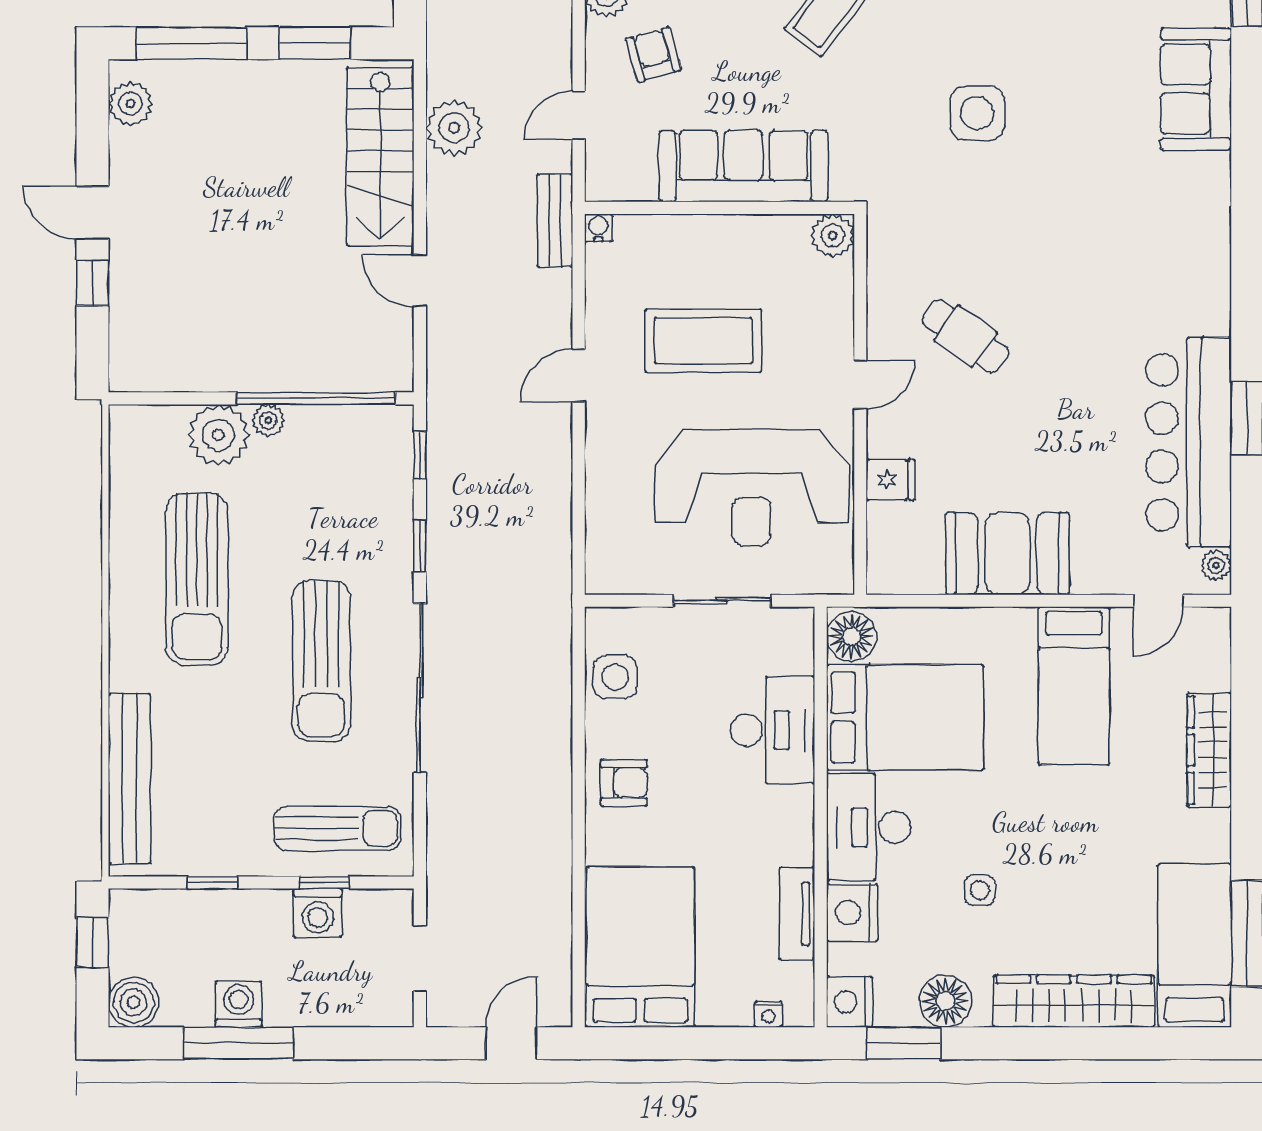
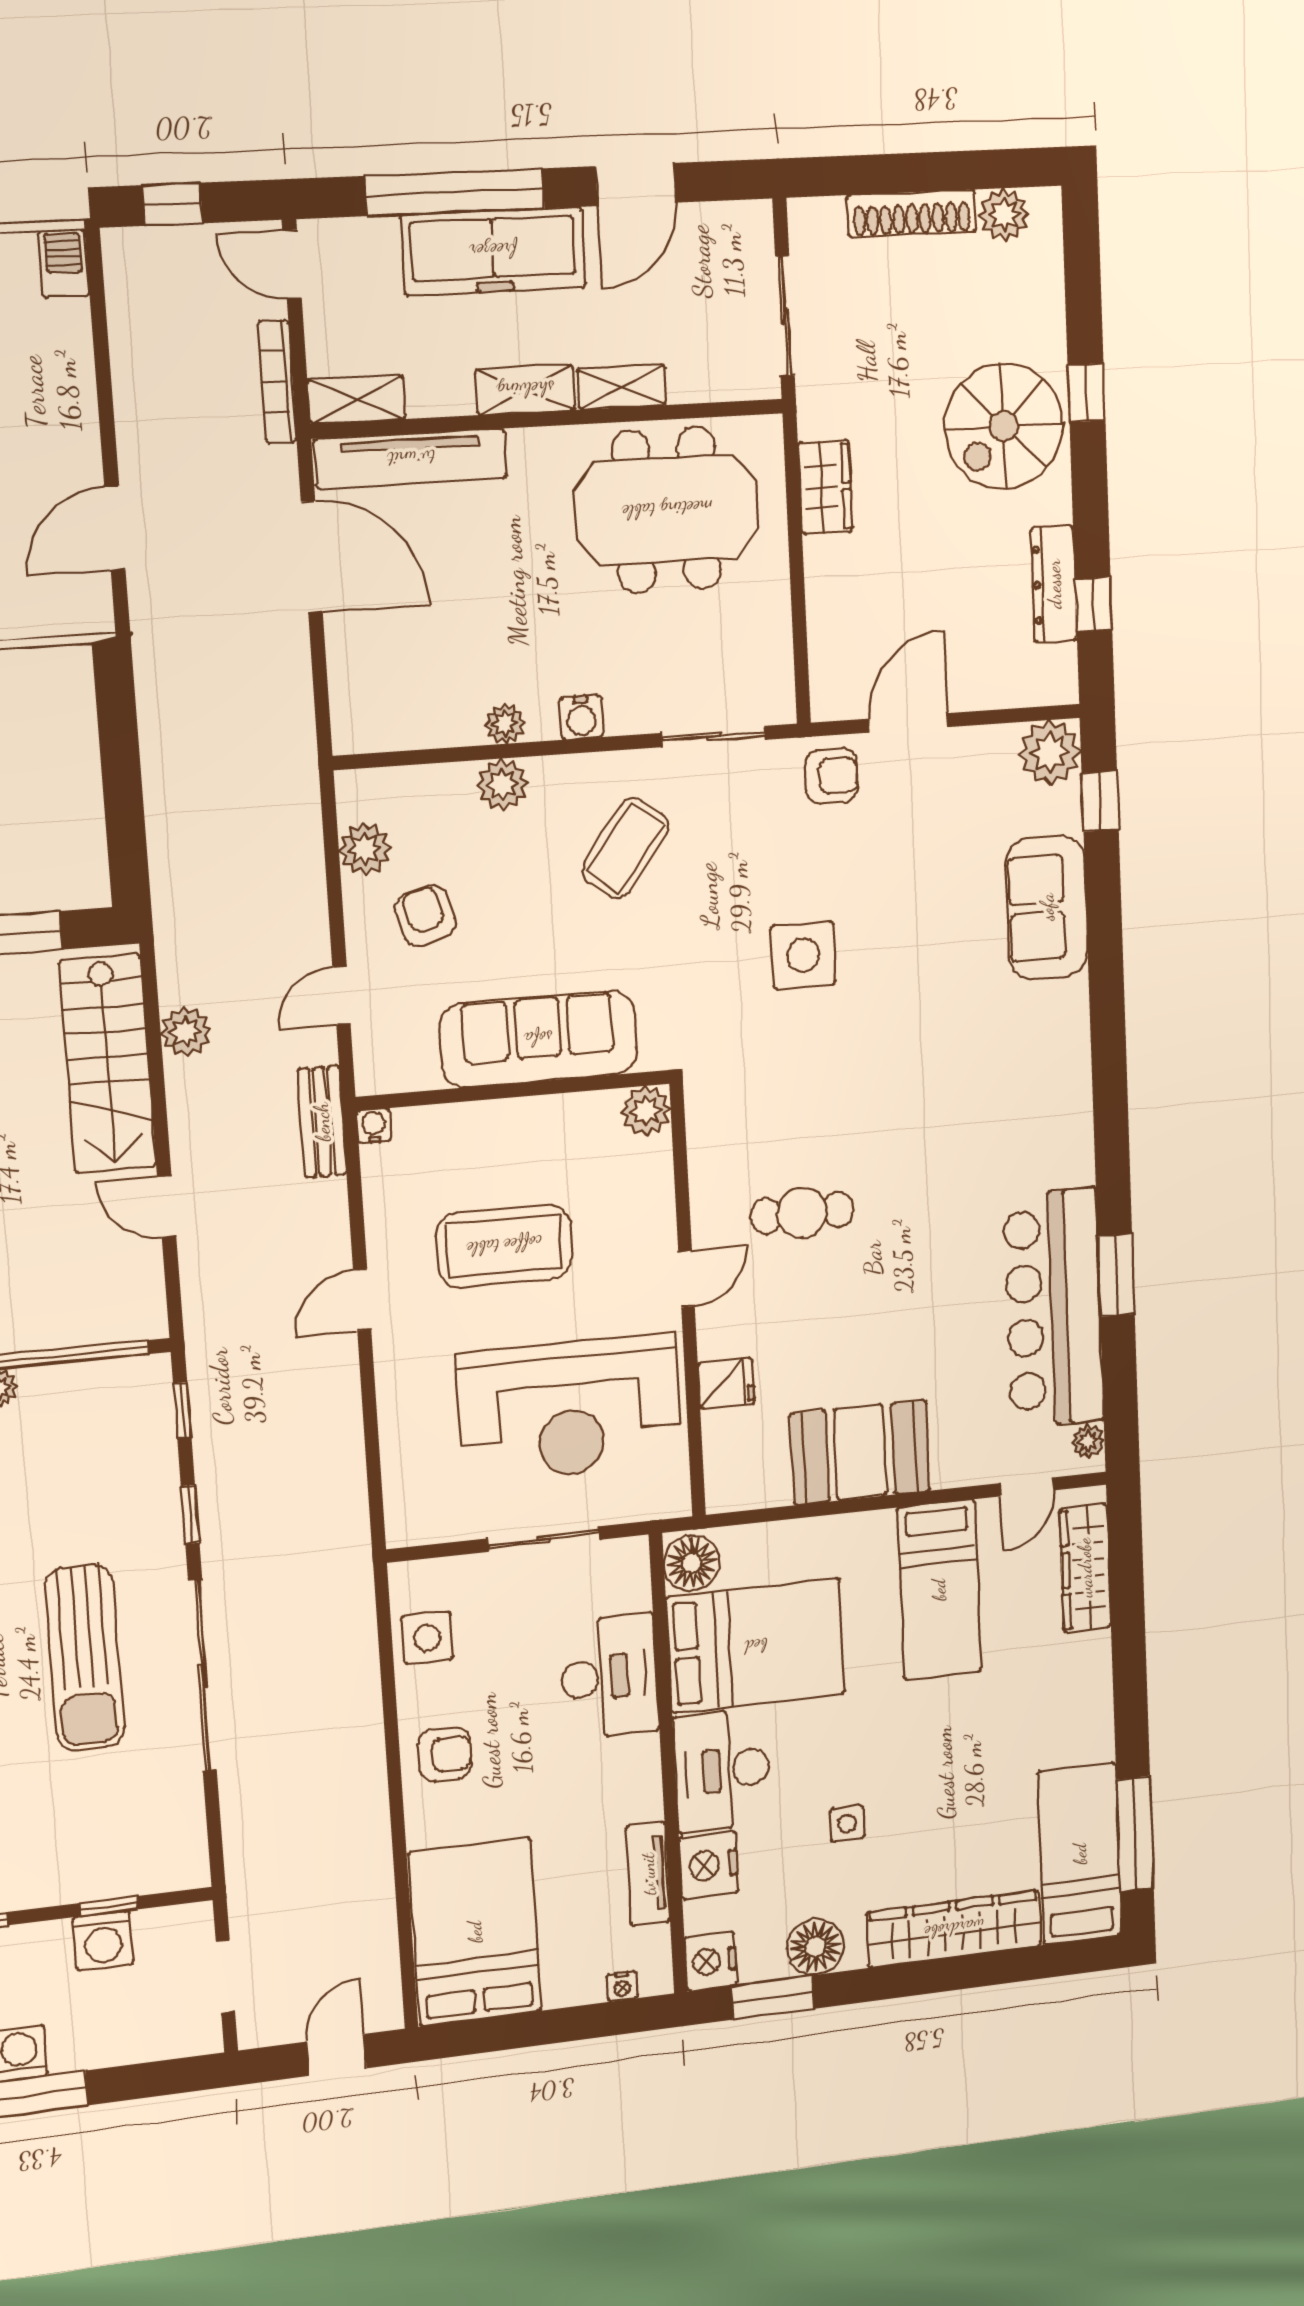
plant: (454, 128) -> (186, 1032), width x0.73, depth x0.73
cafe table: (965, 336) -> (802, 1213), turned -36
wardrobe: (1209, 750) -> (1085, 1568), moved
sun lounger: (338, 828) -> (119, 1844), removed

